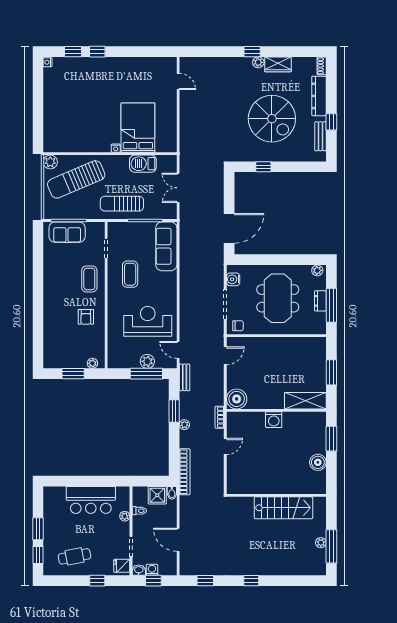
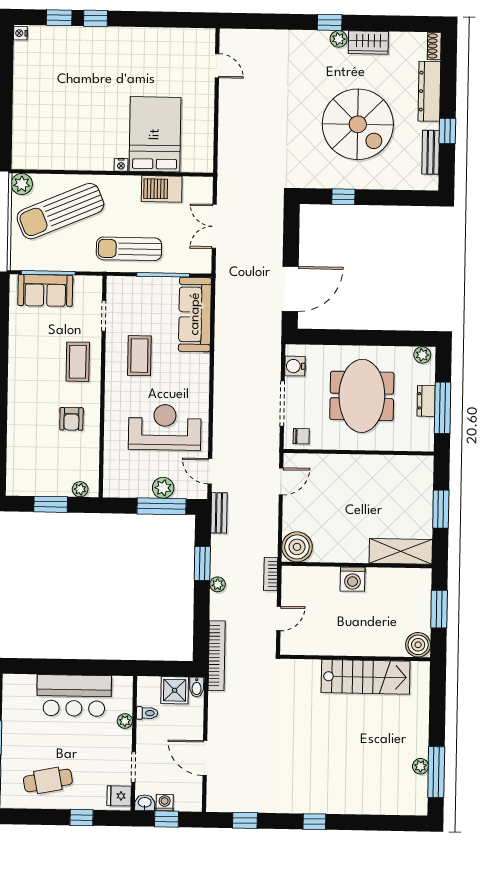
wall: (276, 495) -> (355, 658), moved
stairs: (283, 508) -> (366, 677), moved

